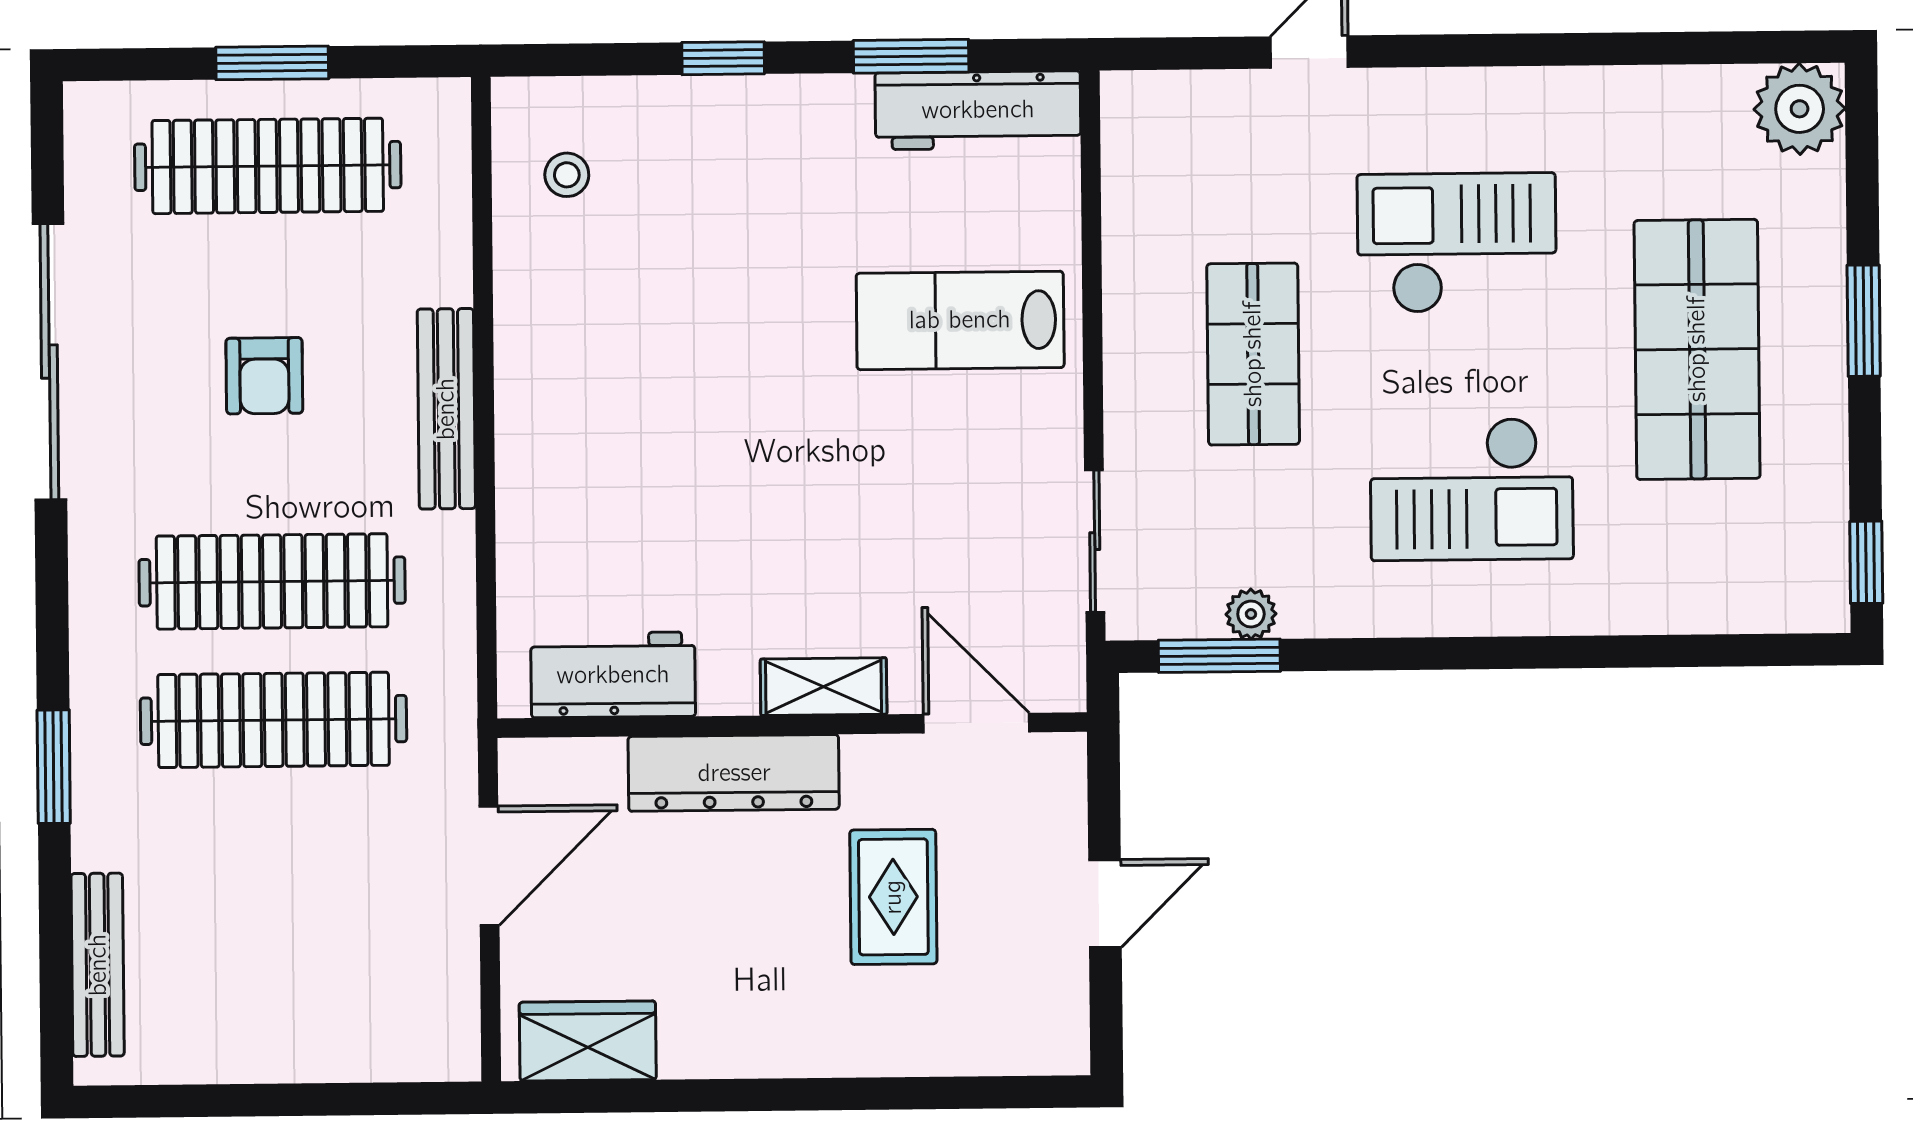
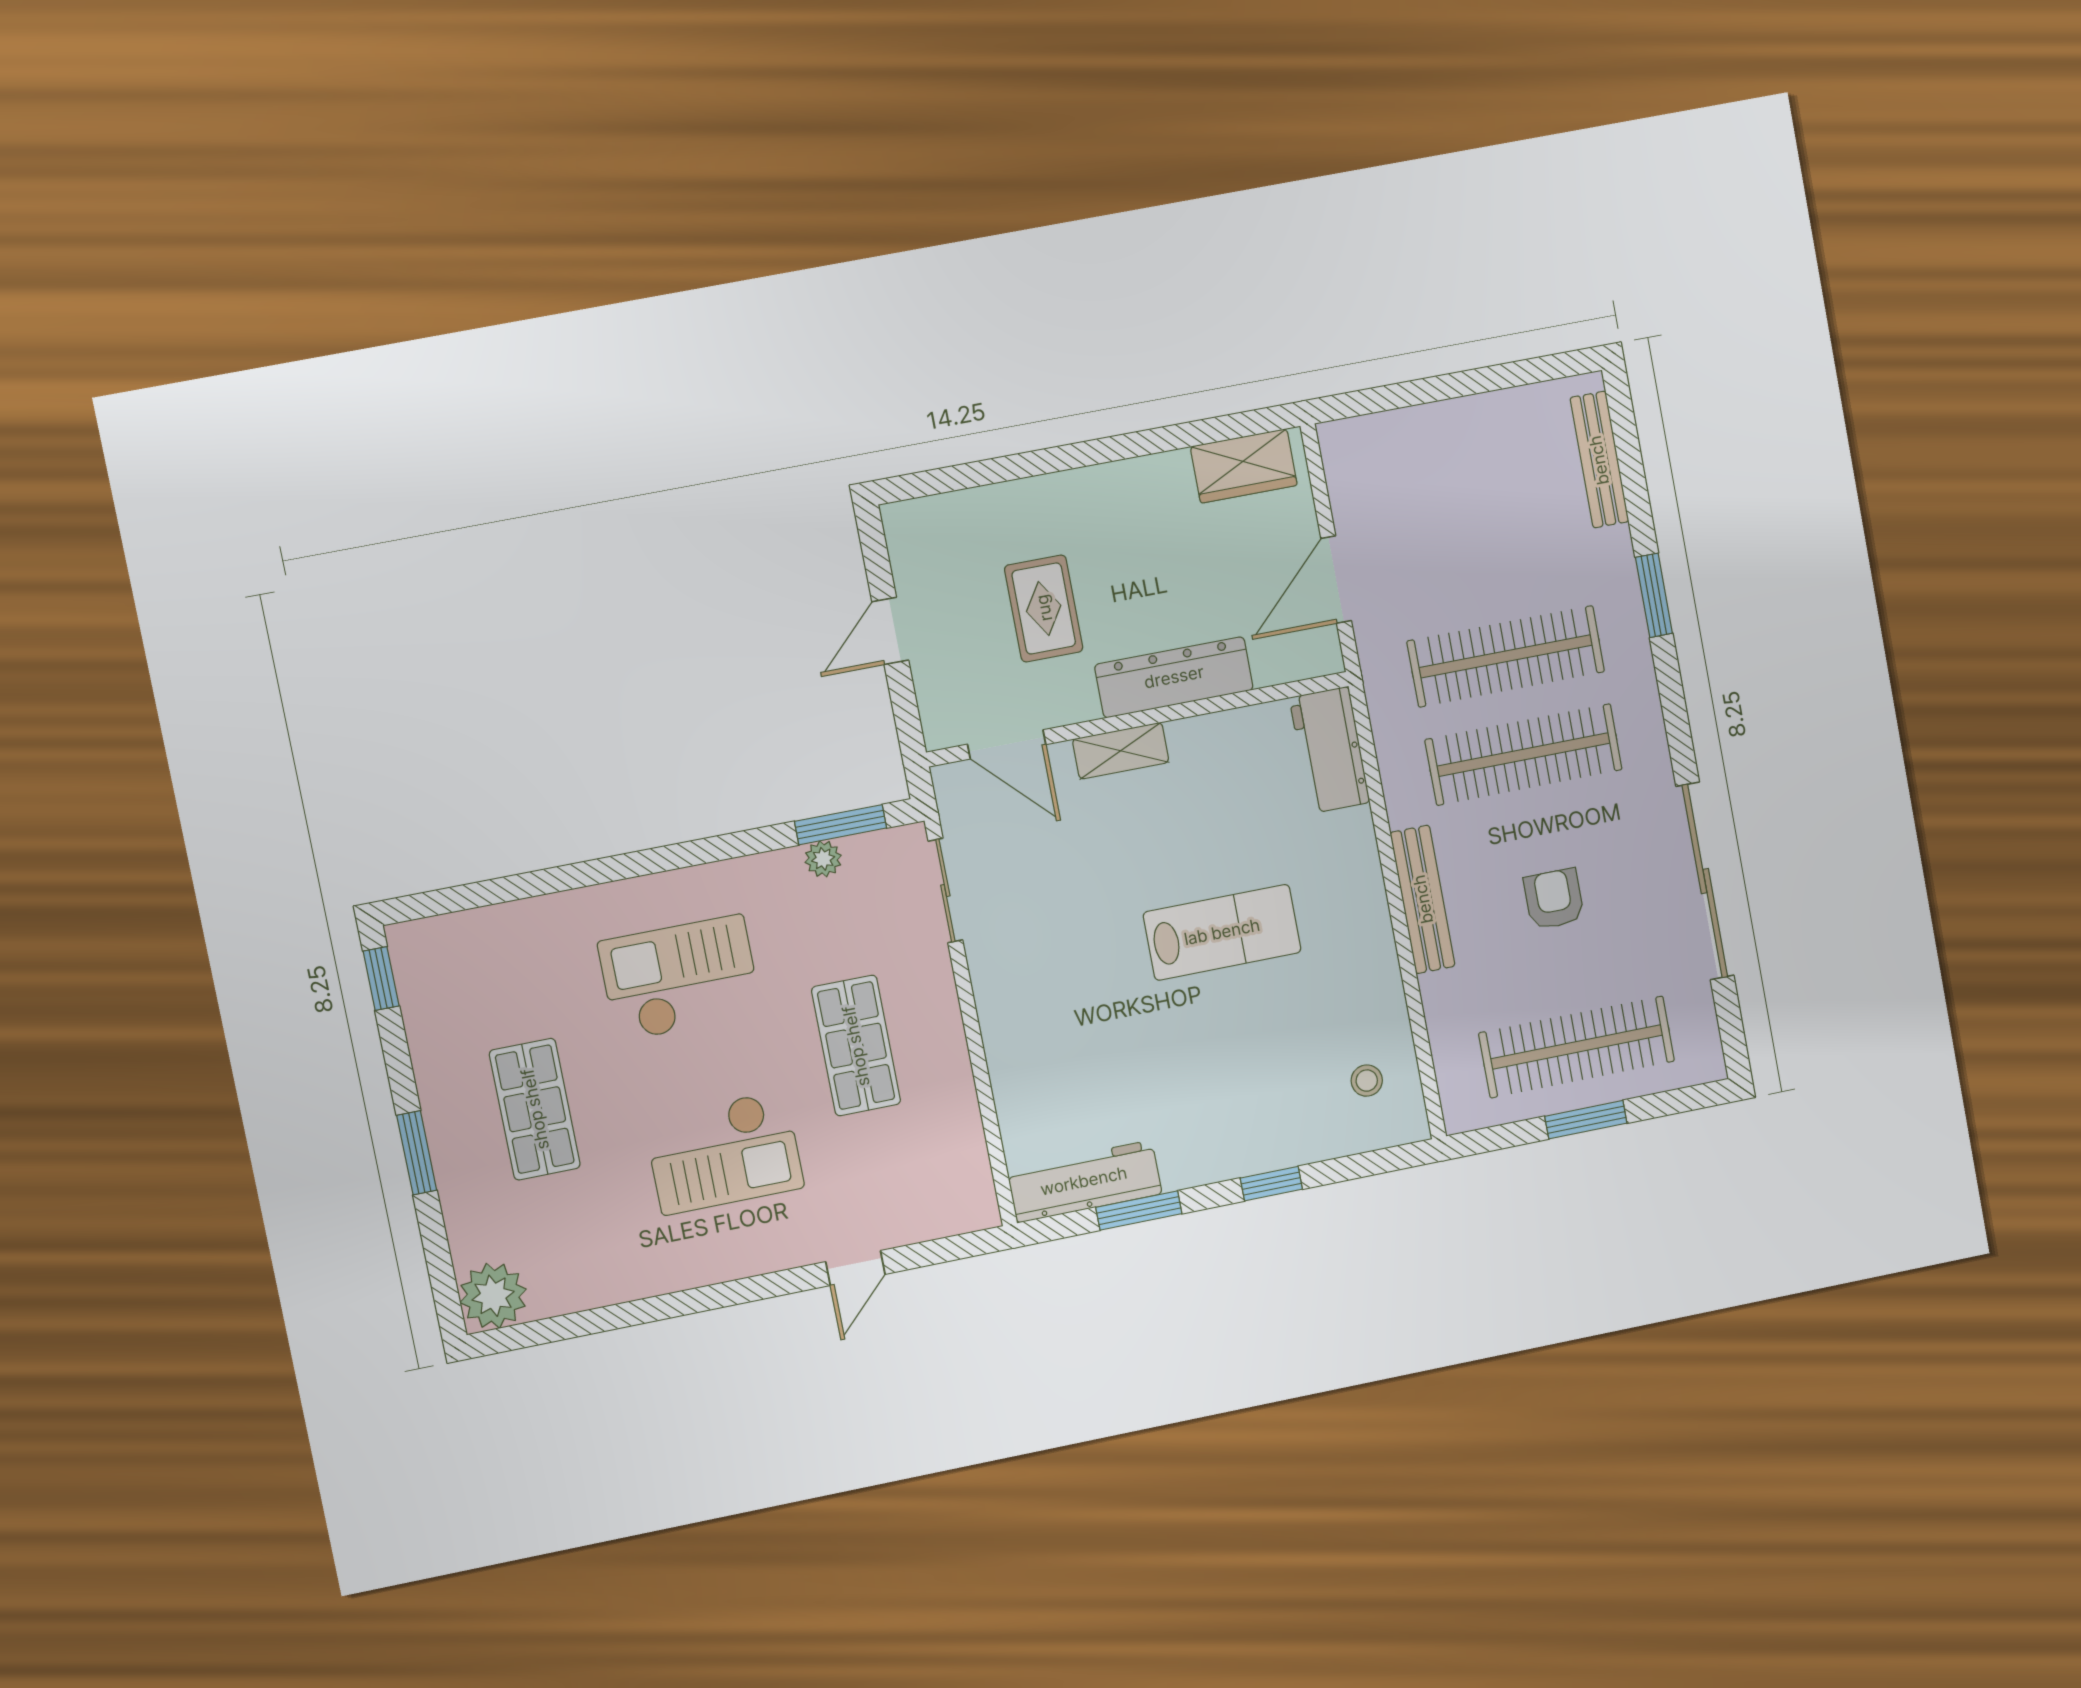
lab bench: (960, 320) -> (1222, 932), moved
shop shelf: (1697, 349) -> (535, 1109), width x0.70, depth x0.74
workbench: (613, 675) -> (1330, 750), moved, turned 90

